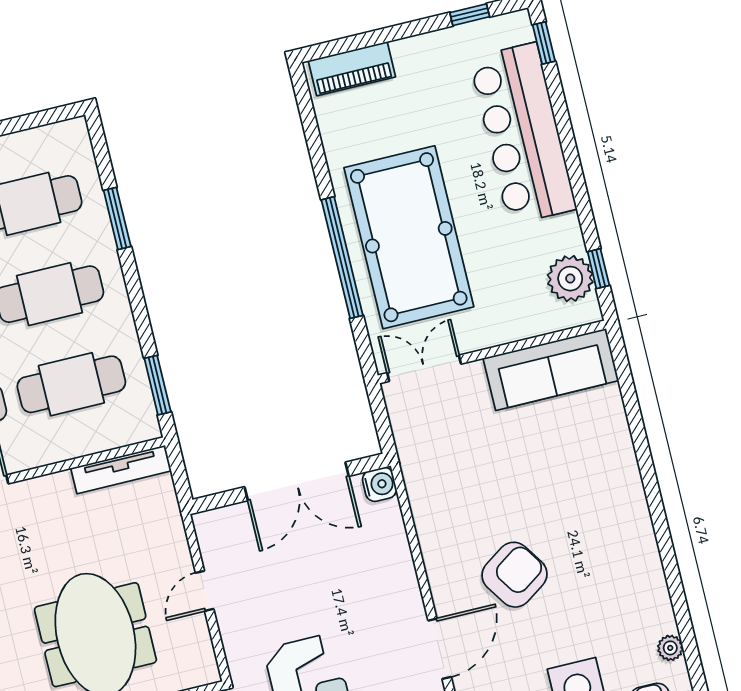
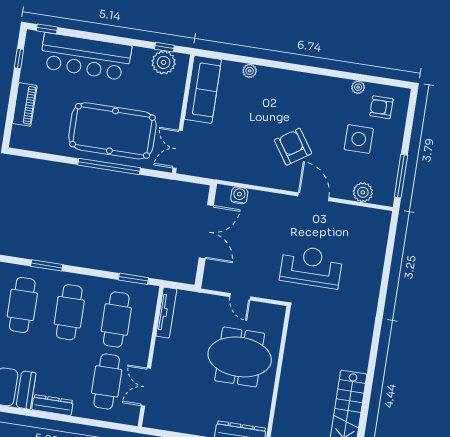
piano: (352, 69) -> (25, 104), moved
plant: (619, 440) -> (250, 71), added
water cooler: (380, 484) -> (239, 195), moved

